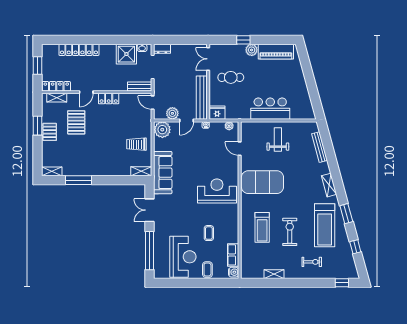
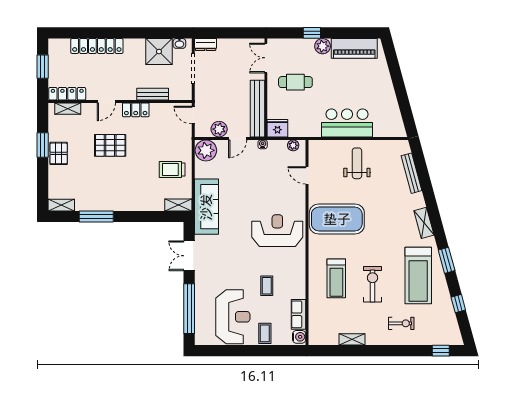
bench: (140, 87) -> (153, 94), moved
pallet: (76, 122) -> (110, 145), moved, turned 90

